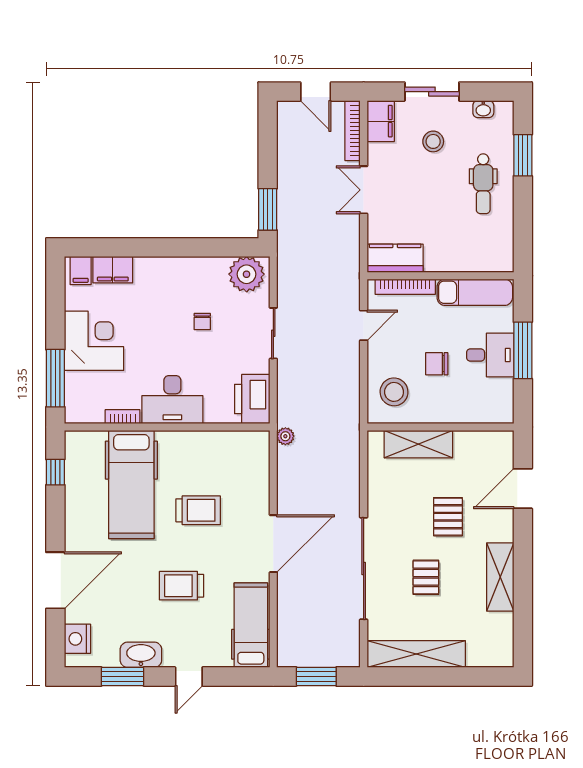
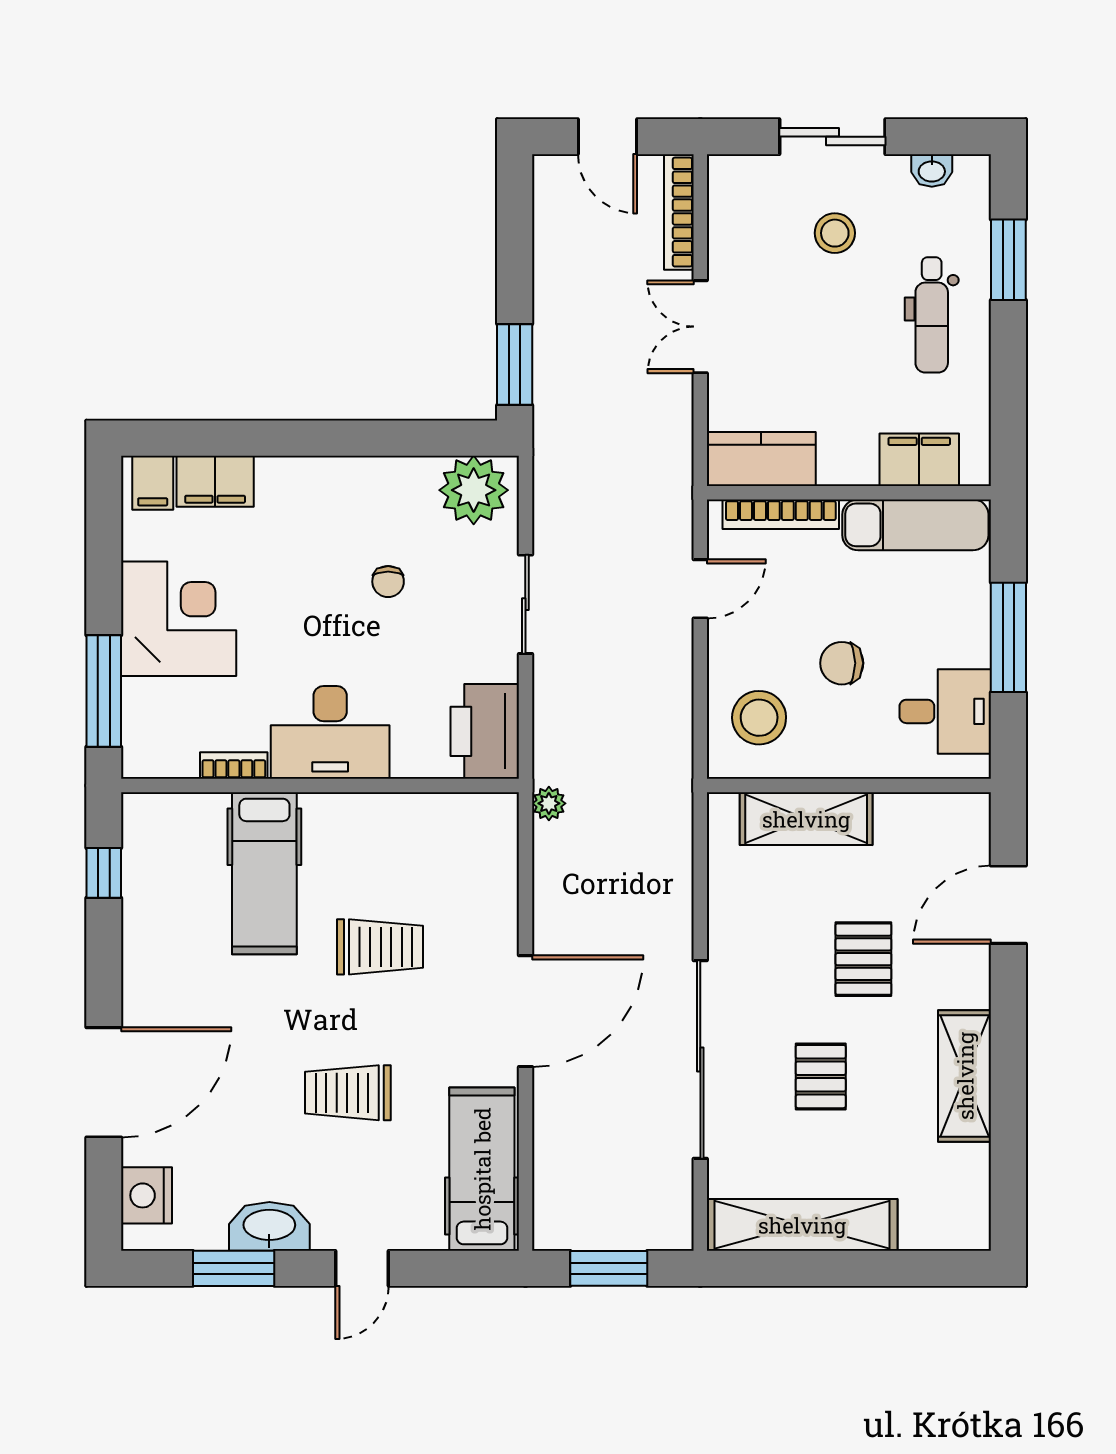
filing cabinet: (381, 121) -> (919, 460), moved, turned -90
desk: (490, 355) -> (945, 711), moved
hospital bed: (131, 484) -> (264, 873), width x0.73, depth x0.78

